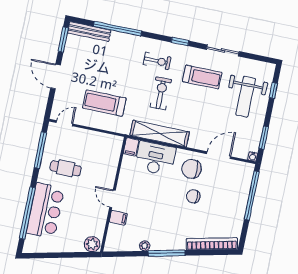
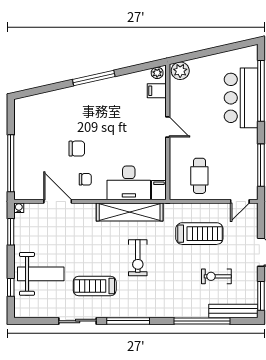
window: (180, 42) -> (128, 321), width x2.17
exercise bike: (157, 61) -> (216, 276), moved
weight bench: (246, 97) -> (41, 274), turned 90
door: (219, 155) -> (58, 201), swing flipped
cafe table: (66, 168) -> (199, 176), moved, turned 90
chair: (191, 169) -> (85, 179), width x0.54, depth x0.54
filing cabinet: (118, 218) -> (157, 91), moved
bookcase: (212, 244) -> (44, 99), removed
plant: (145, 246) -> (157, 73), moved

